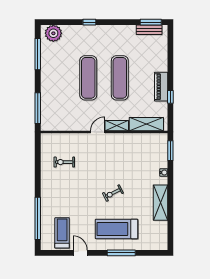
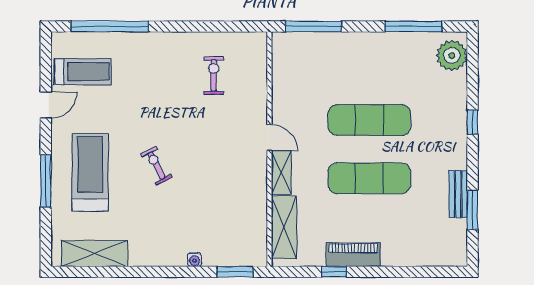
window: (151, 22) -> (472, 210), moved
bench: (149, 30) -> (458, 194), moved
shelving: (160, 203) -> (95, 253), moved

